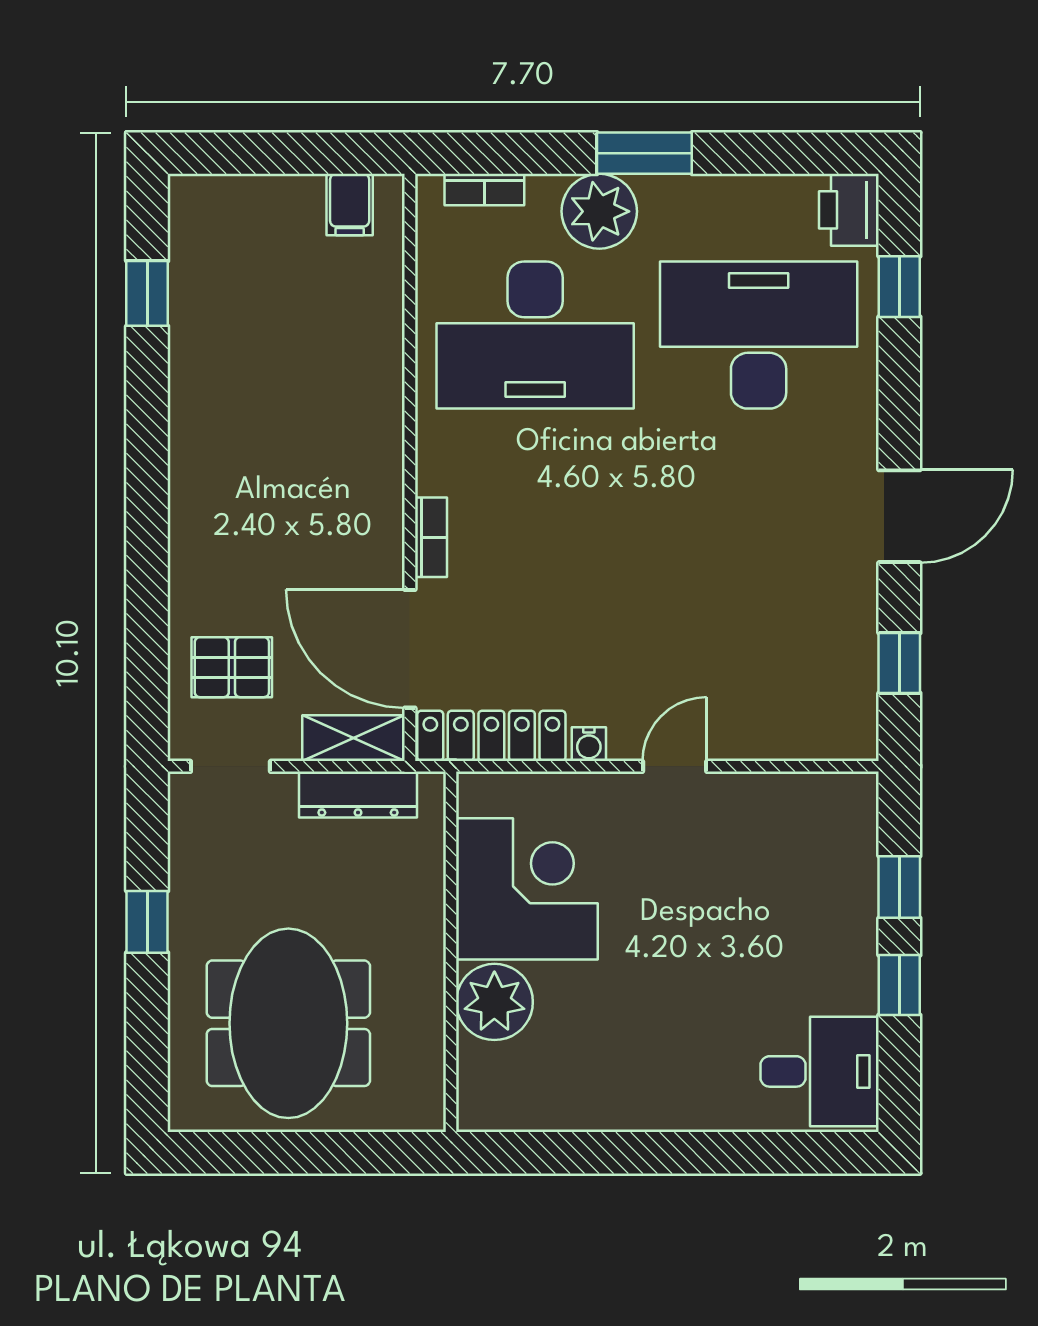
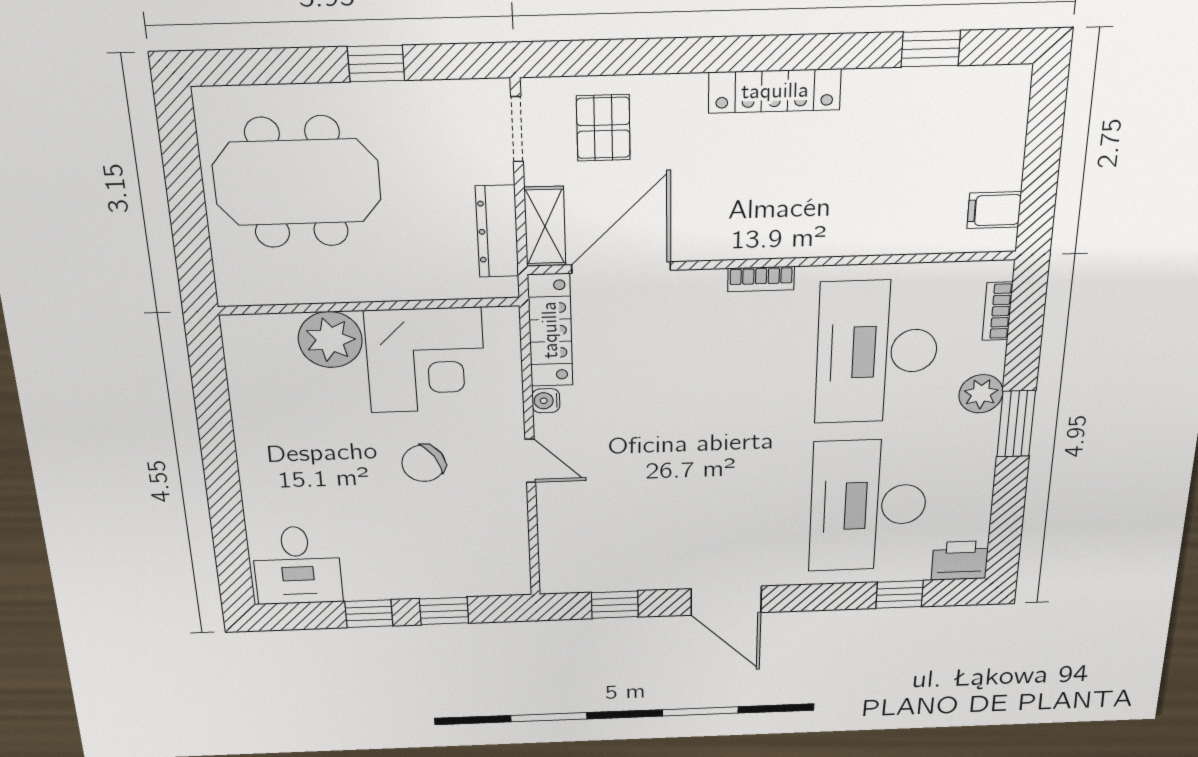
plant: (599, 211) -> (981, 394), width x0.73, depth x0.73
desk: (759, 335) -> (868, 505), turned 180
locker: (193, 470) -> (775, 91), added
bookcase: (431, 537) -> (761, 279), moved
chair: (673, 900) -> (424, 463), added

